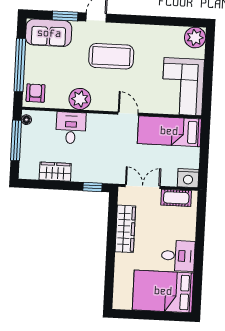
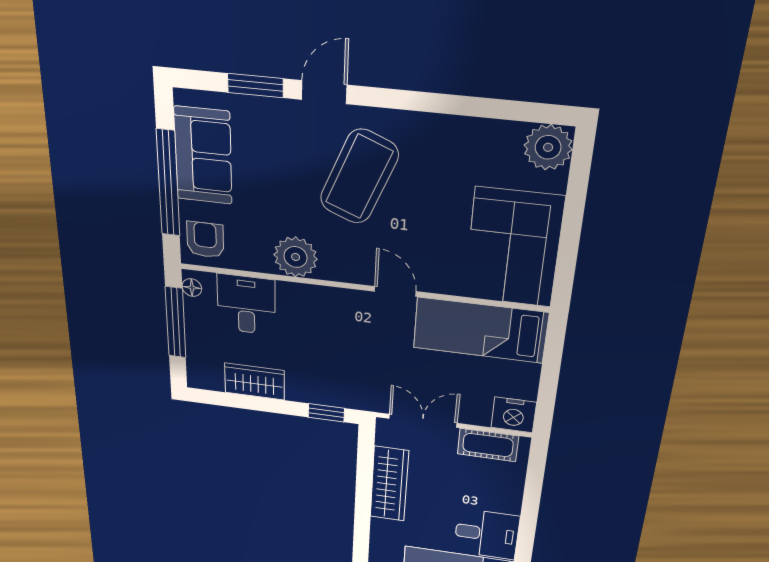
sofa: (49, 33) -> (203, 156), moved, turned -90
coffee table: (111, 56) -> (359, 177), turned -68
desk: (71, 128) -> (246, 305), moved

